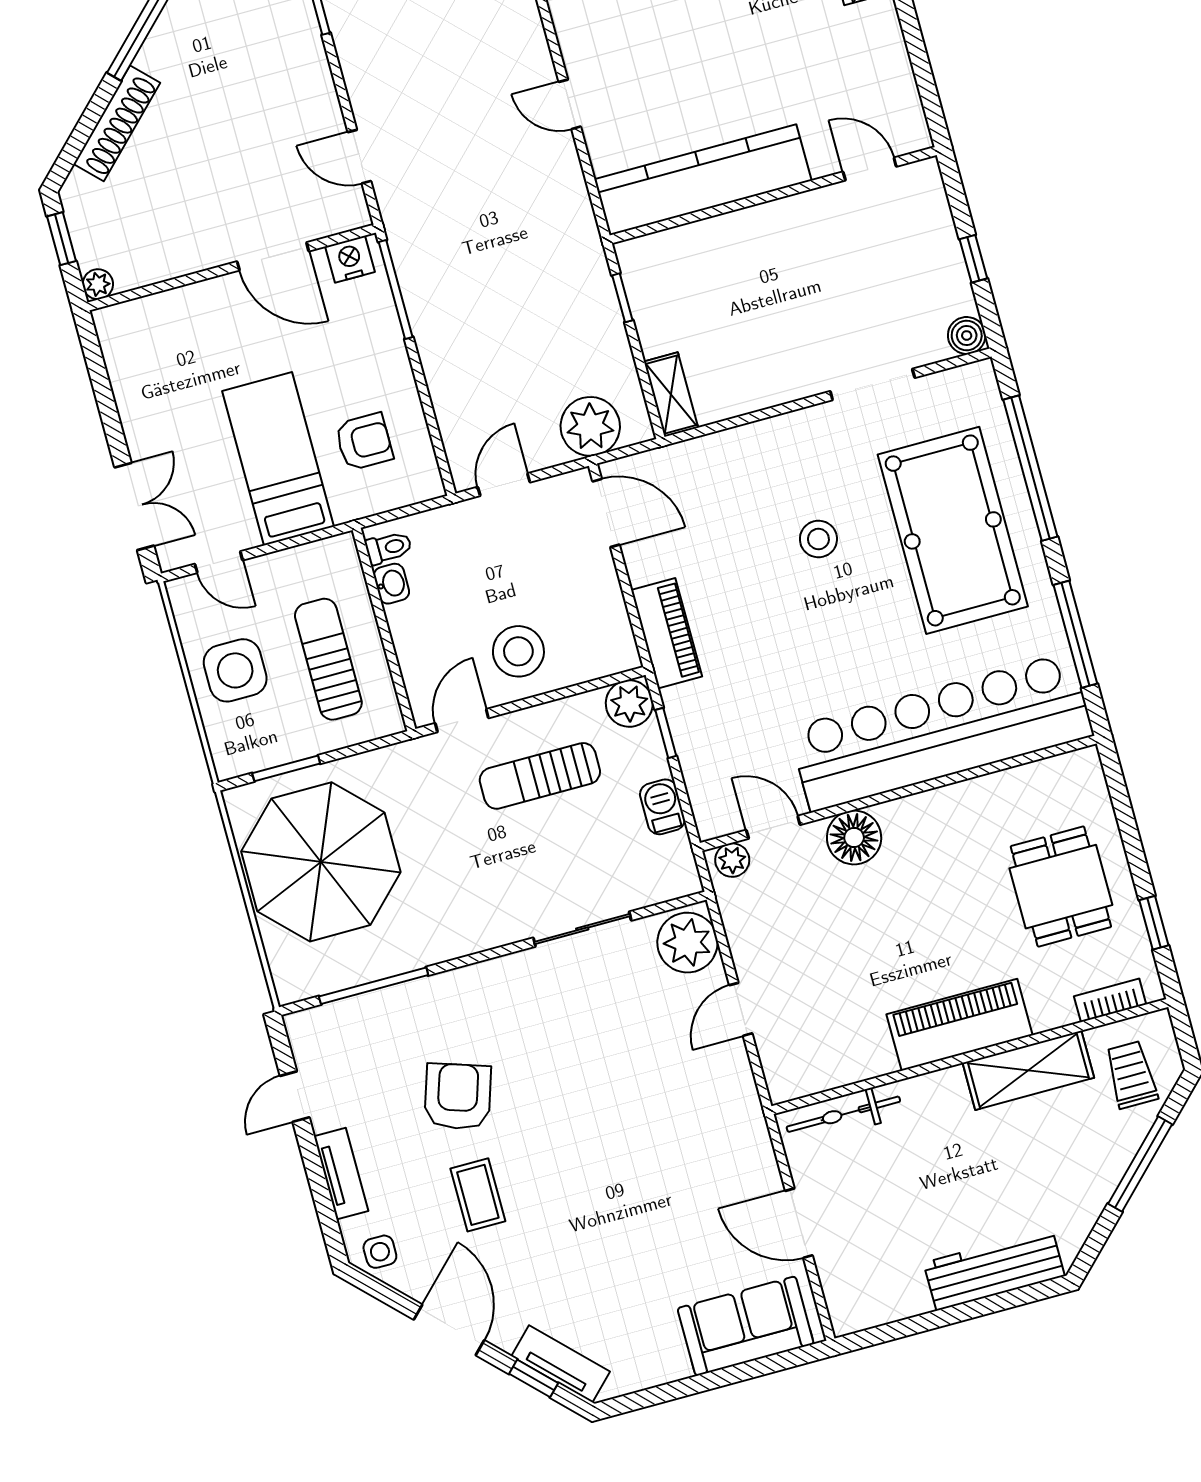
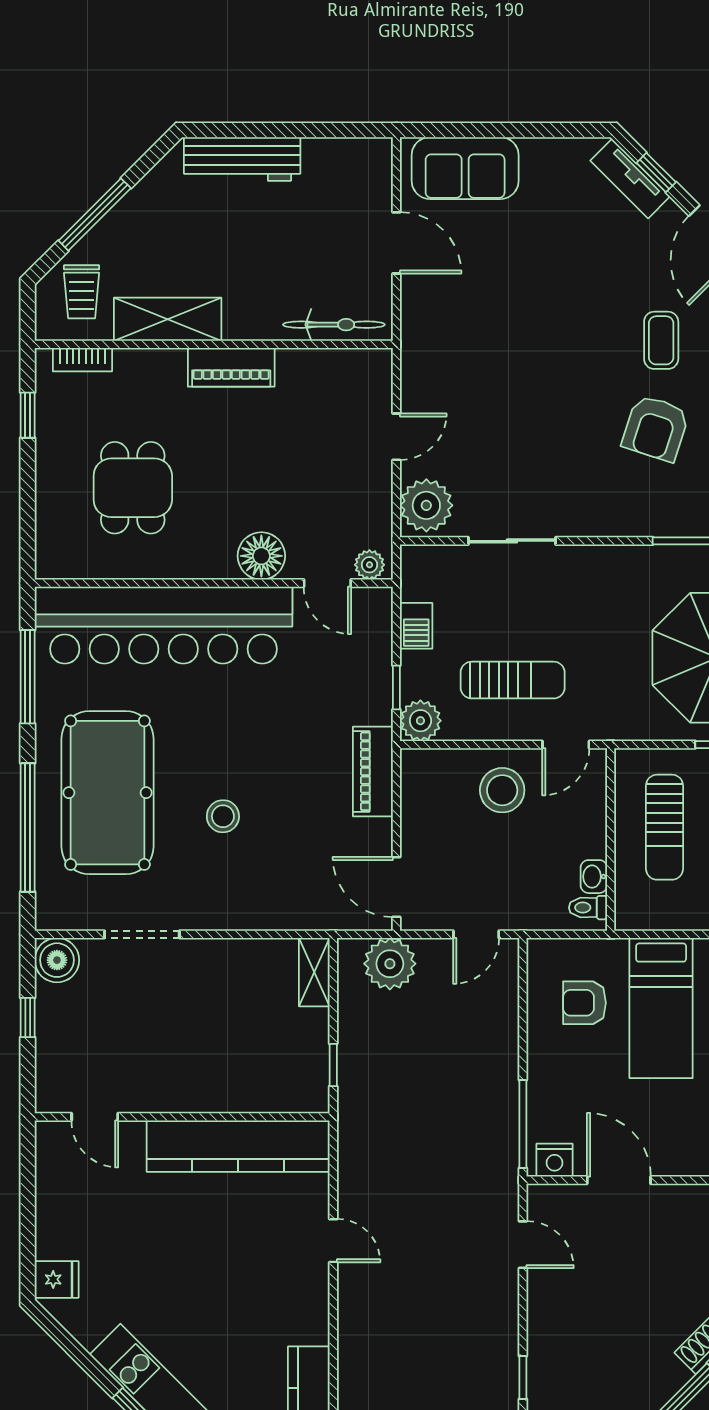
boiler: (967, 335) -> (57, 960), width x1.36, depth x1.36
dining table: (1061, 887) -> (133, 488), moved
piano: (959, 1025) -> (231, 367), width x0.73, depth x0.75

